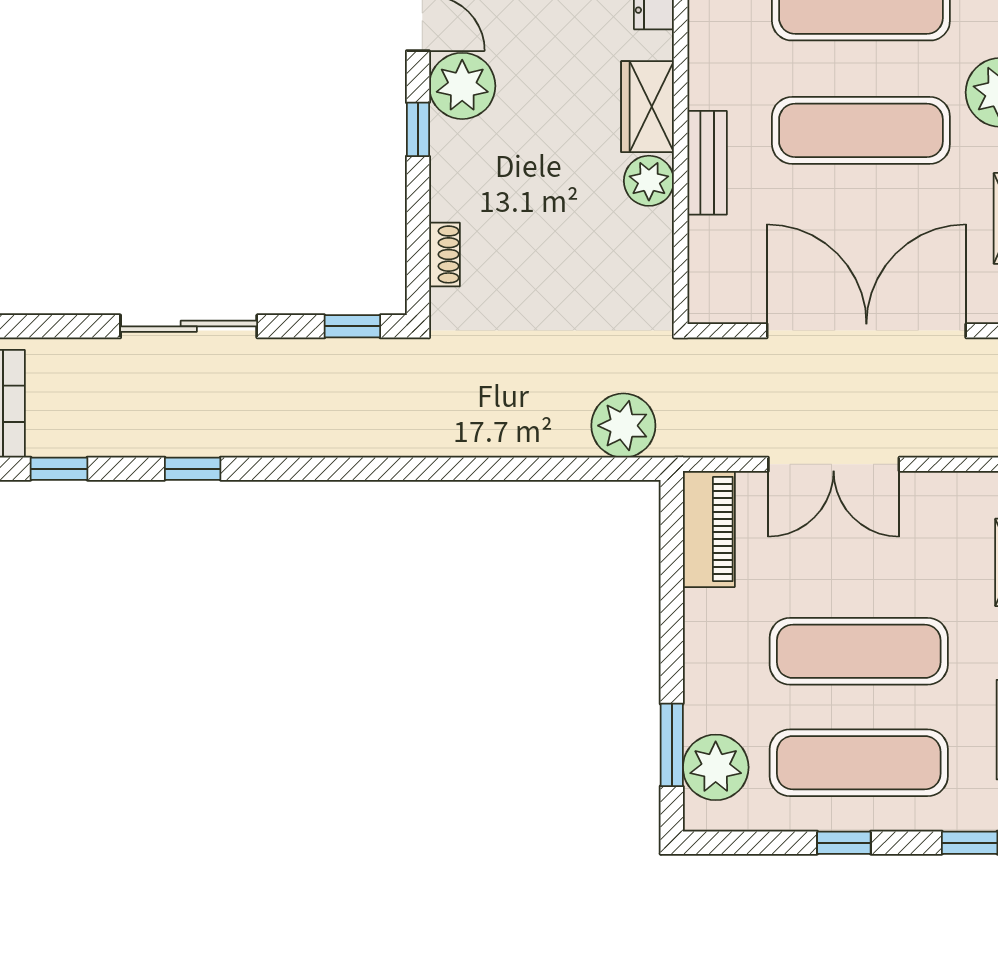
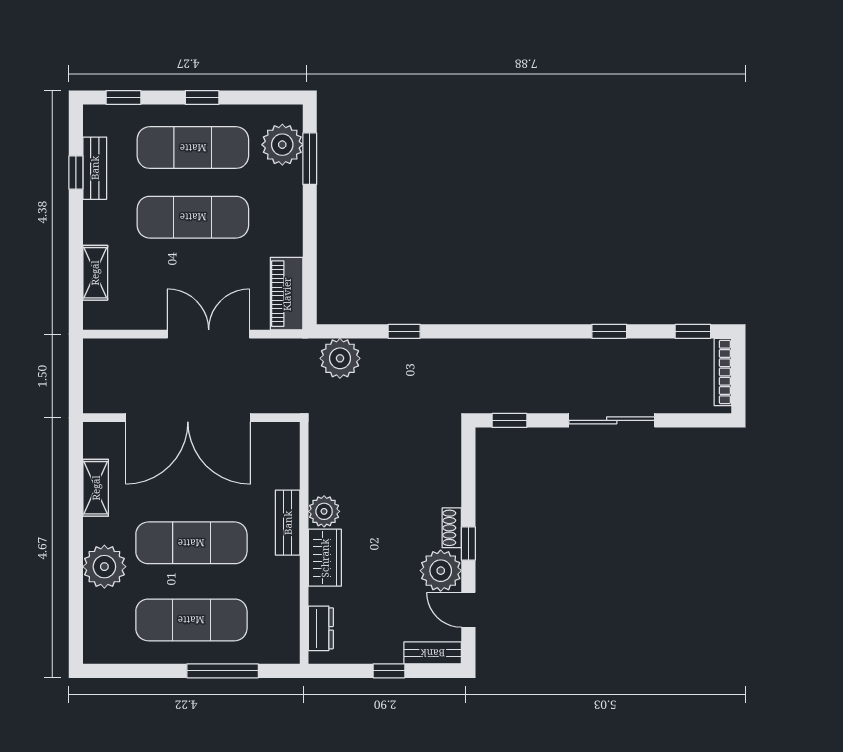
shoe rack: (445, 254) -> (452, 528), moved
window: (521, 469) -> (404, 331), added

